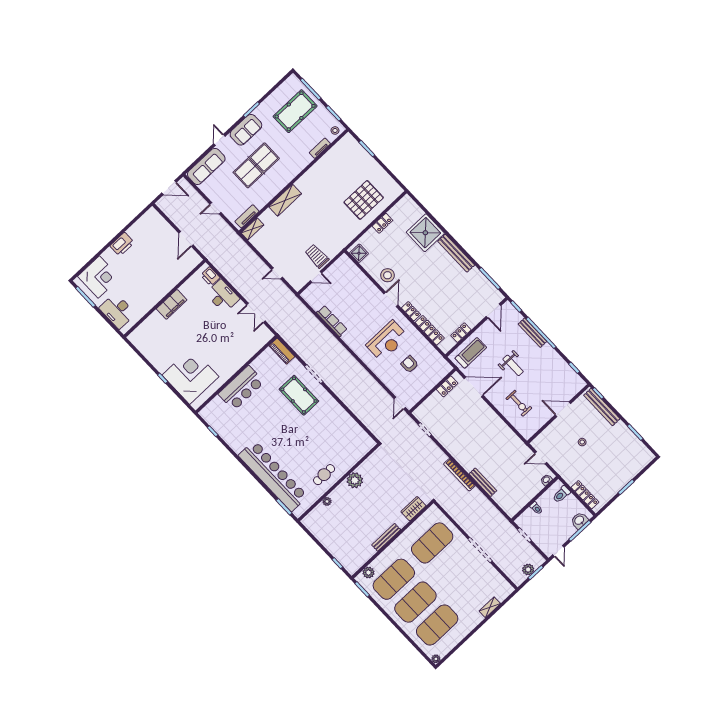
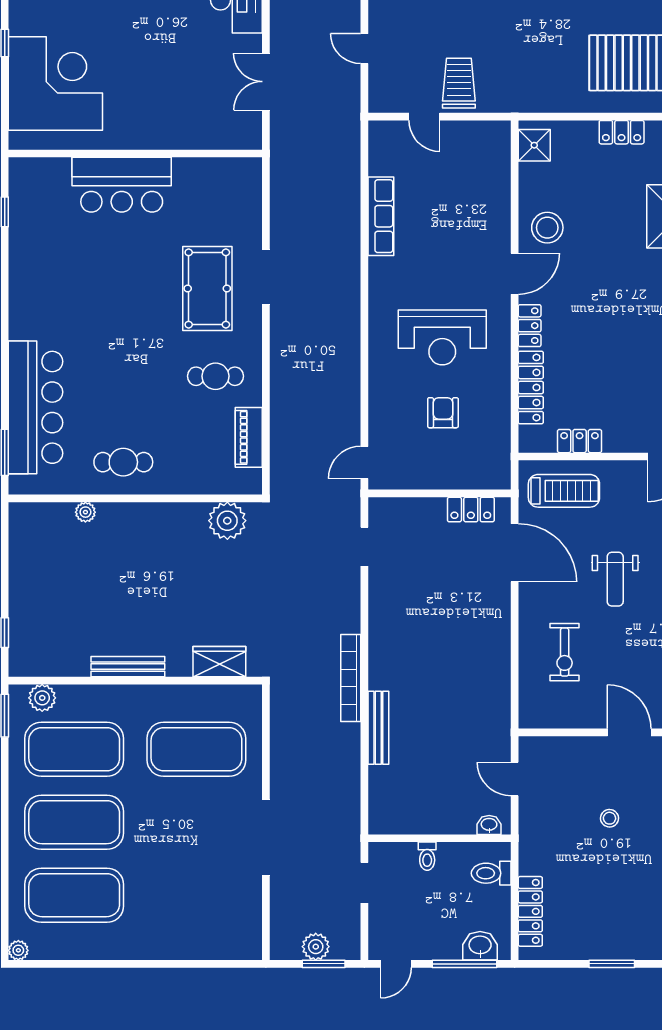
piano: (282, 351) -> (249, 437), moved
cafe table: (327, 420) -> (215, 376), added
bar counter: (273, 476) -> (36, 407), width x0.73
plant: (355, 480) -> (227, 521), moved
shelving: (490, 607) -> (191, 949), removed

